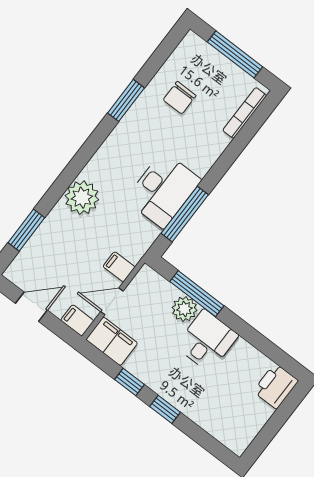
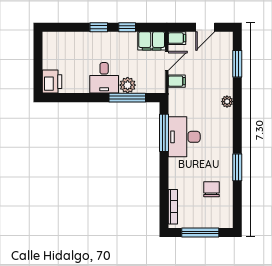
plant: (82, 198) -> (227, 102), width x0.53, depth x0.53

